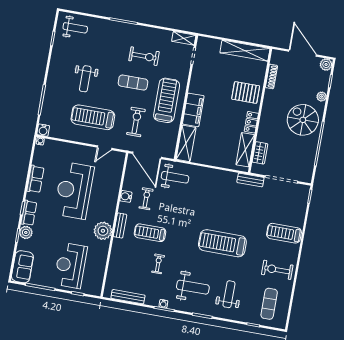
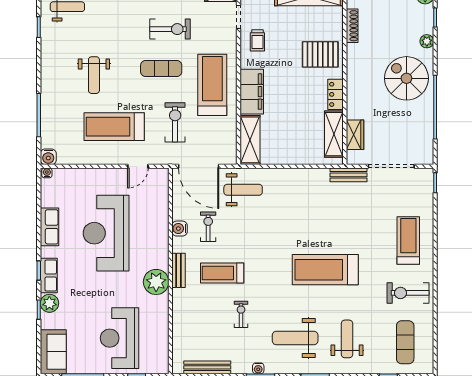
trolley: (204, 75) -> (257, 40), added
treadmill: (284, 233) -> (408, 240), turned 90
weight bench: (193, 287) -> (295, 338), turned 180

